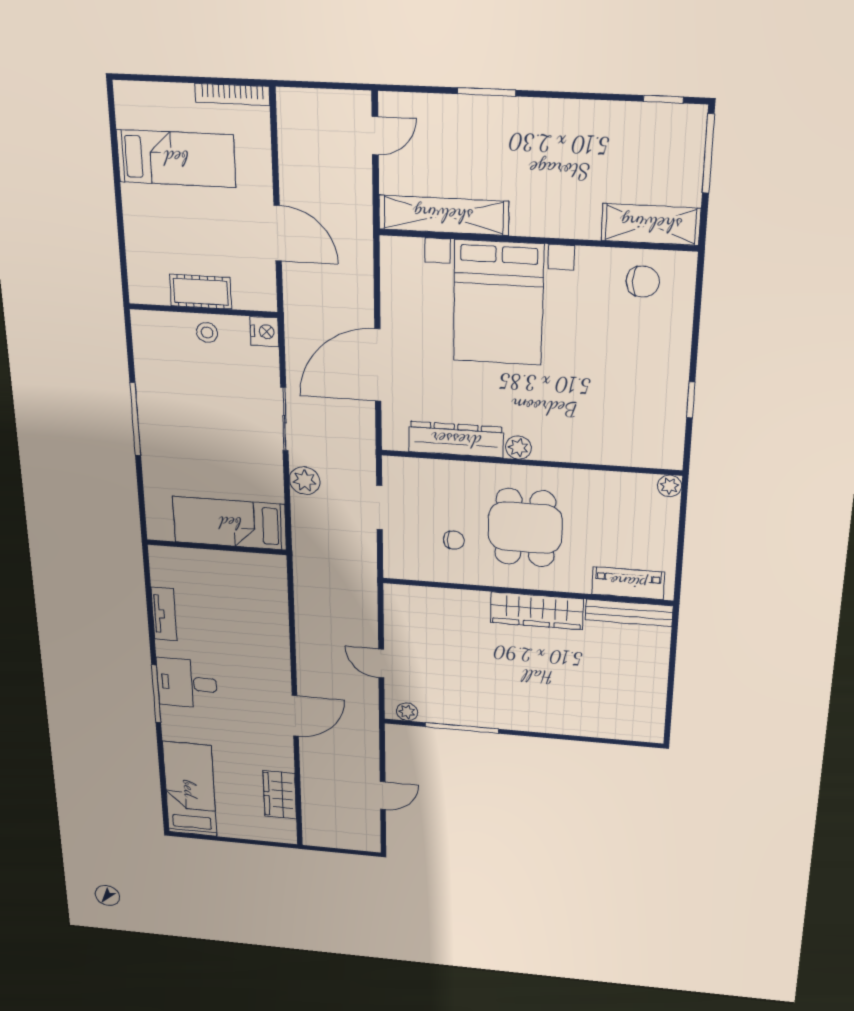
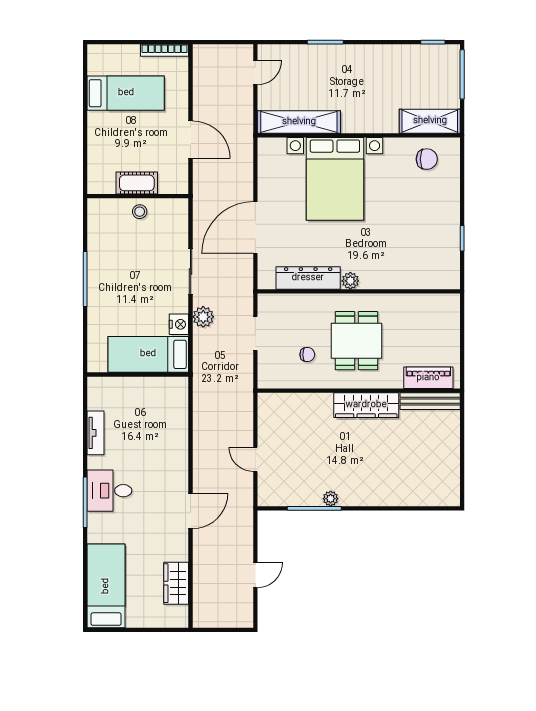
nightstand: (264, 332) -> (179, 324), moved
plant: (669, 486) -> (452, 301), removed
plant: (407, 712) -> (331, 499), moved

